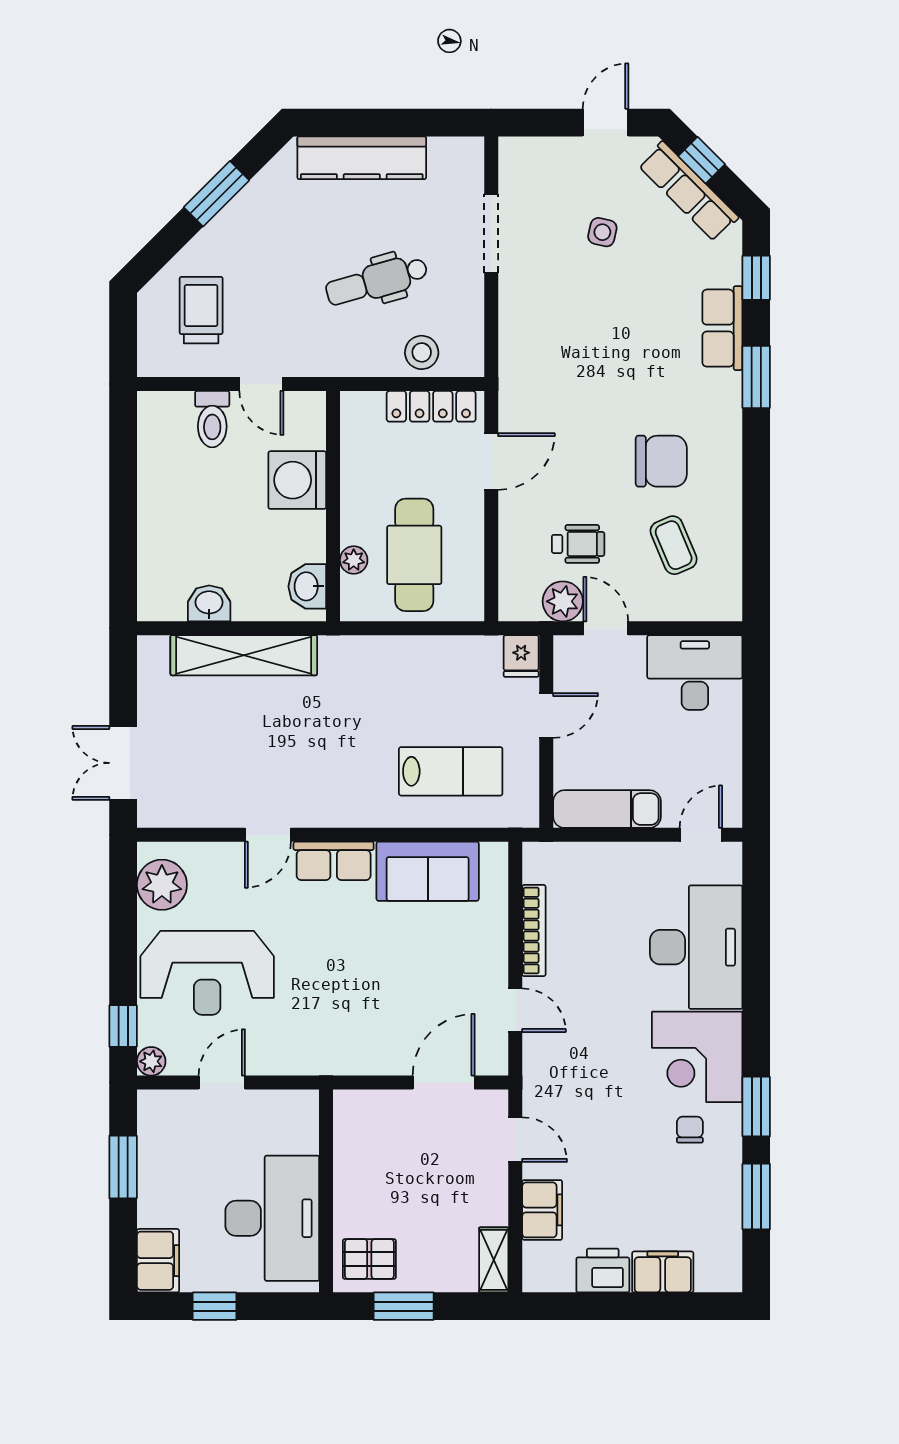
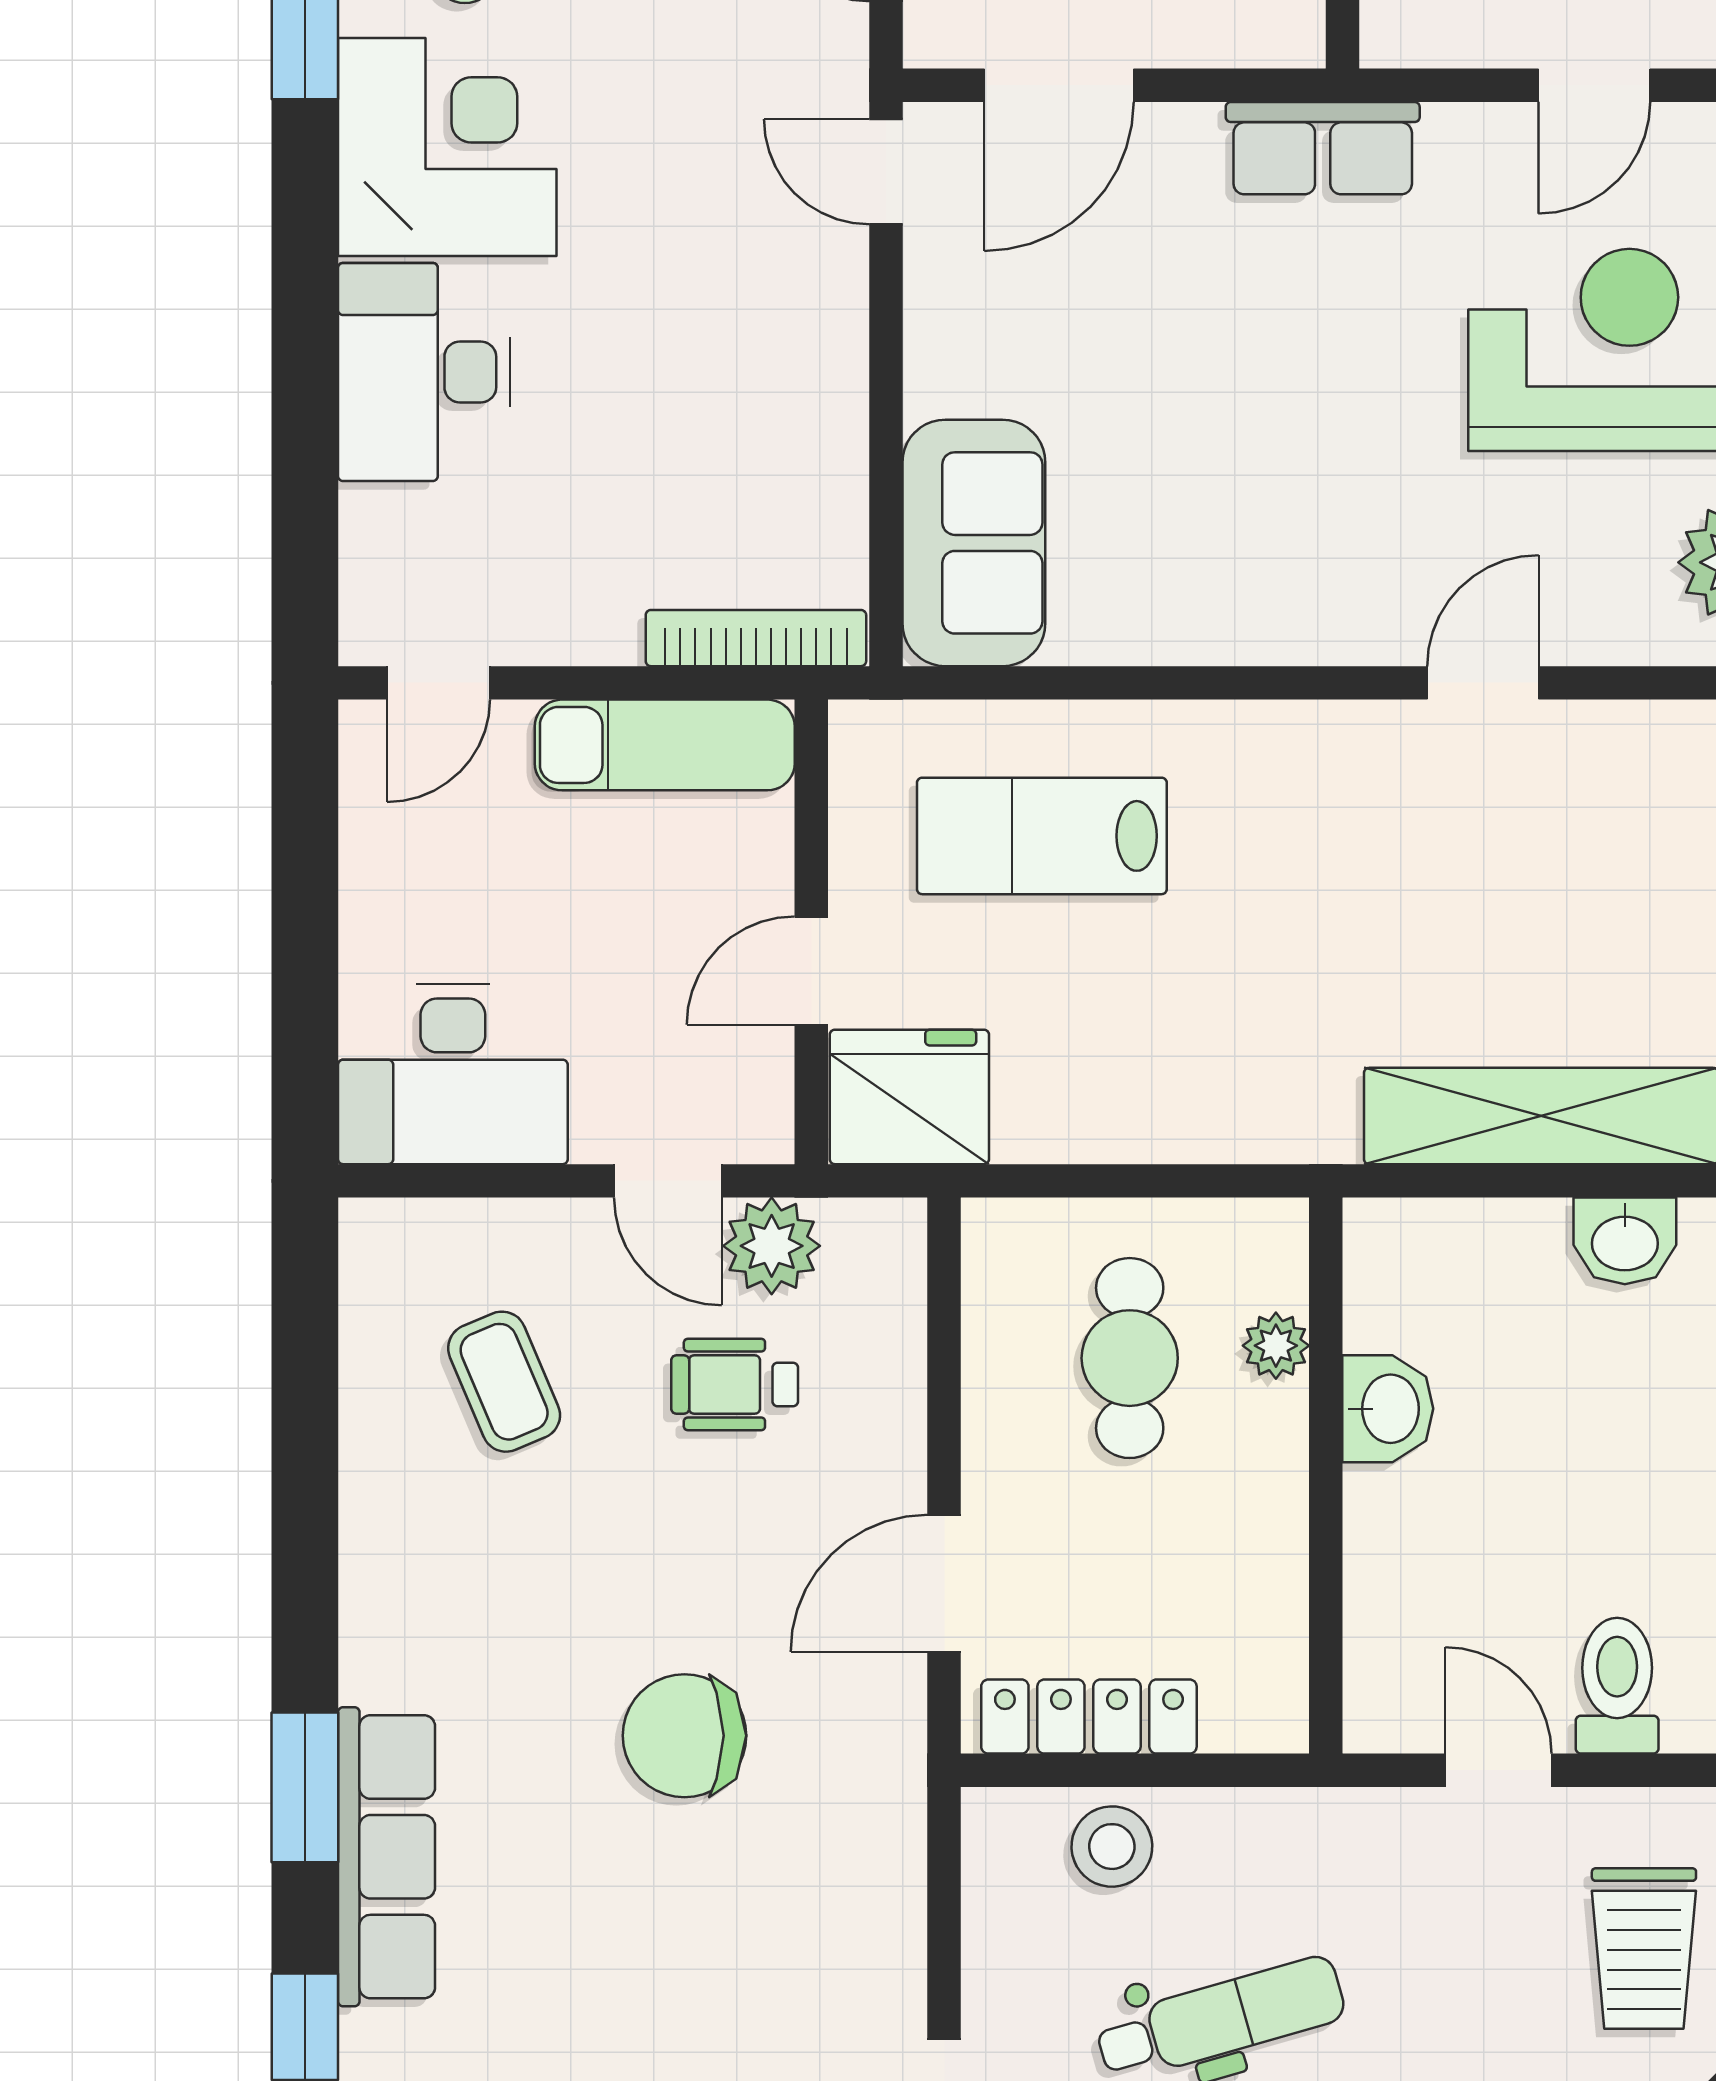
row of seats: (722, 328) -> (387, 1857), width x1.48
chair: (661, 461) -> (684, 1736), moved
washing machine: (297, 480) -> (1412, 1539), removed
cafe table: (414, 555) -> (1130, 1358), width x0.73, depth x0.74
washbasin: (307, 586) -> (1388, 1409), moved
fridge: (521, 656) -> (909, 1097), width x1.88, depth x1.34
row of seats: (334, 861) -> (1323, 148), moved, turned 180
sofa: (428, 871) -> (974, 543), moved, turned 90
bookcase: (534, 931) -> (756, 638), moved, turned 90
desk: (696, 947) -> (424, 372), width x0.73, depth x0.77
door: (515, 1010) -> (886, 172), moved

